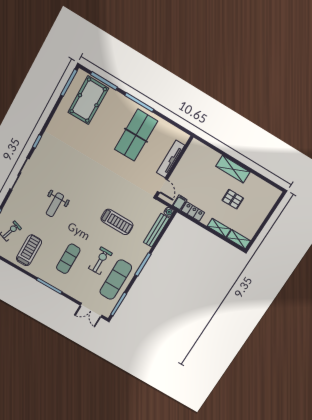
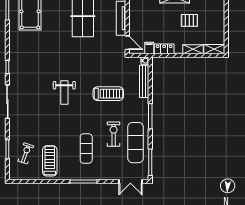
weight bench: (55, 205) -> (64, 92), moved

